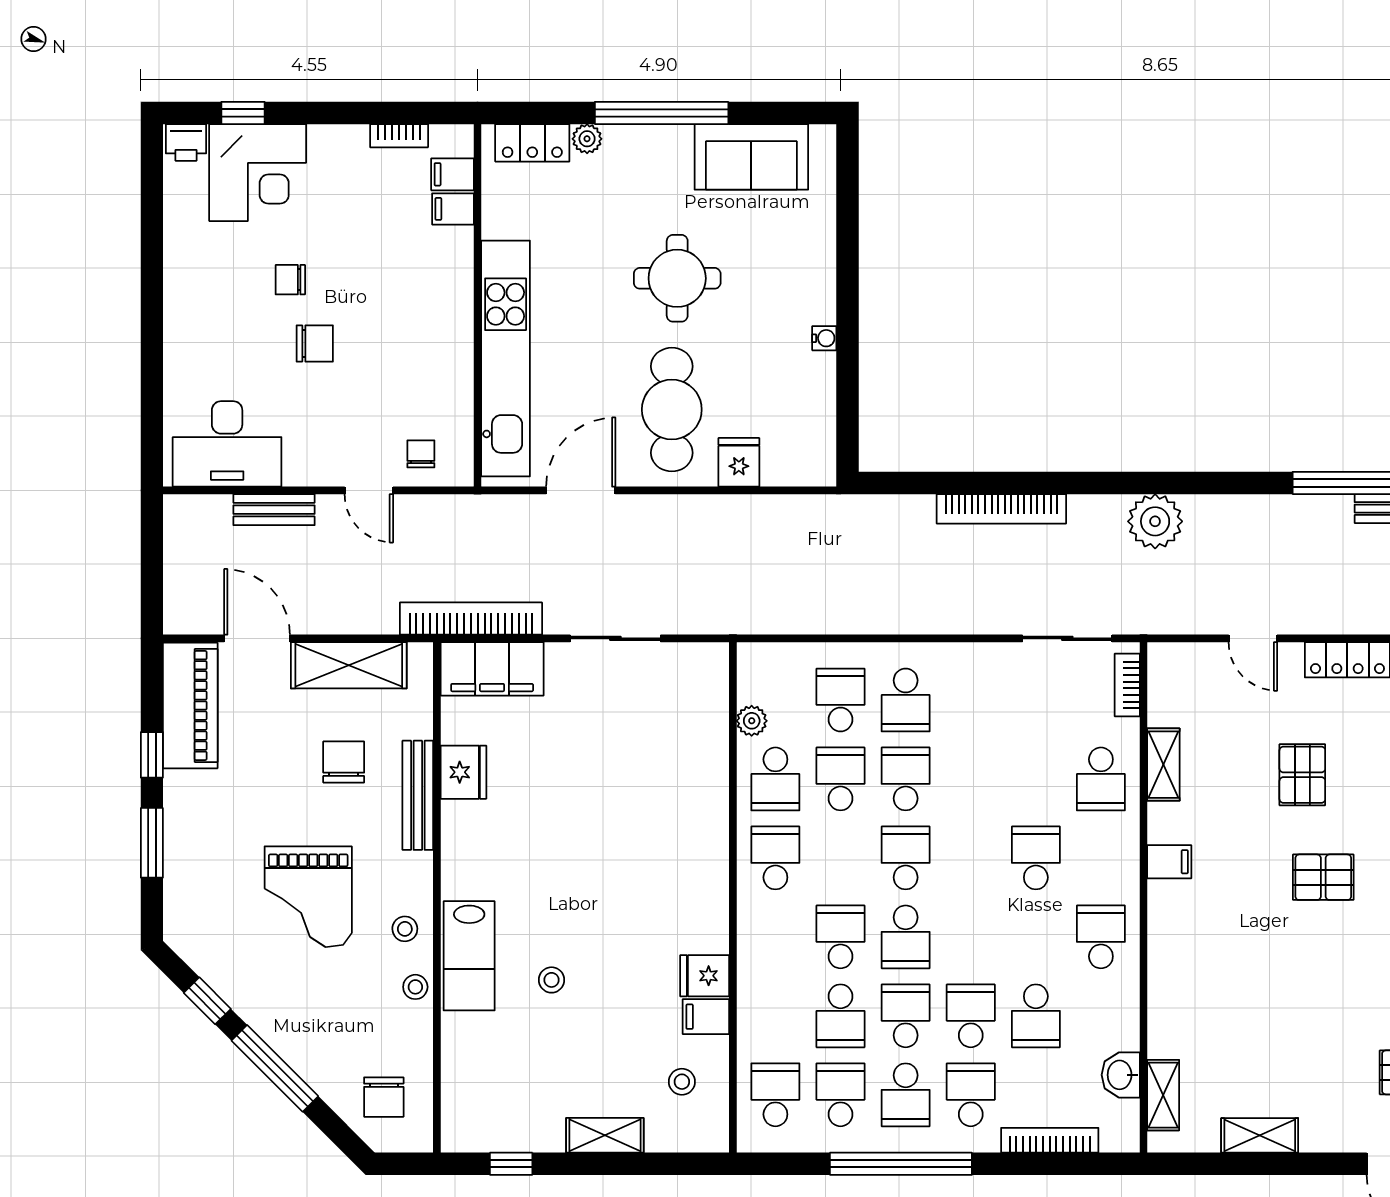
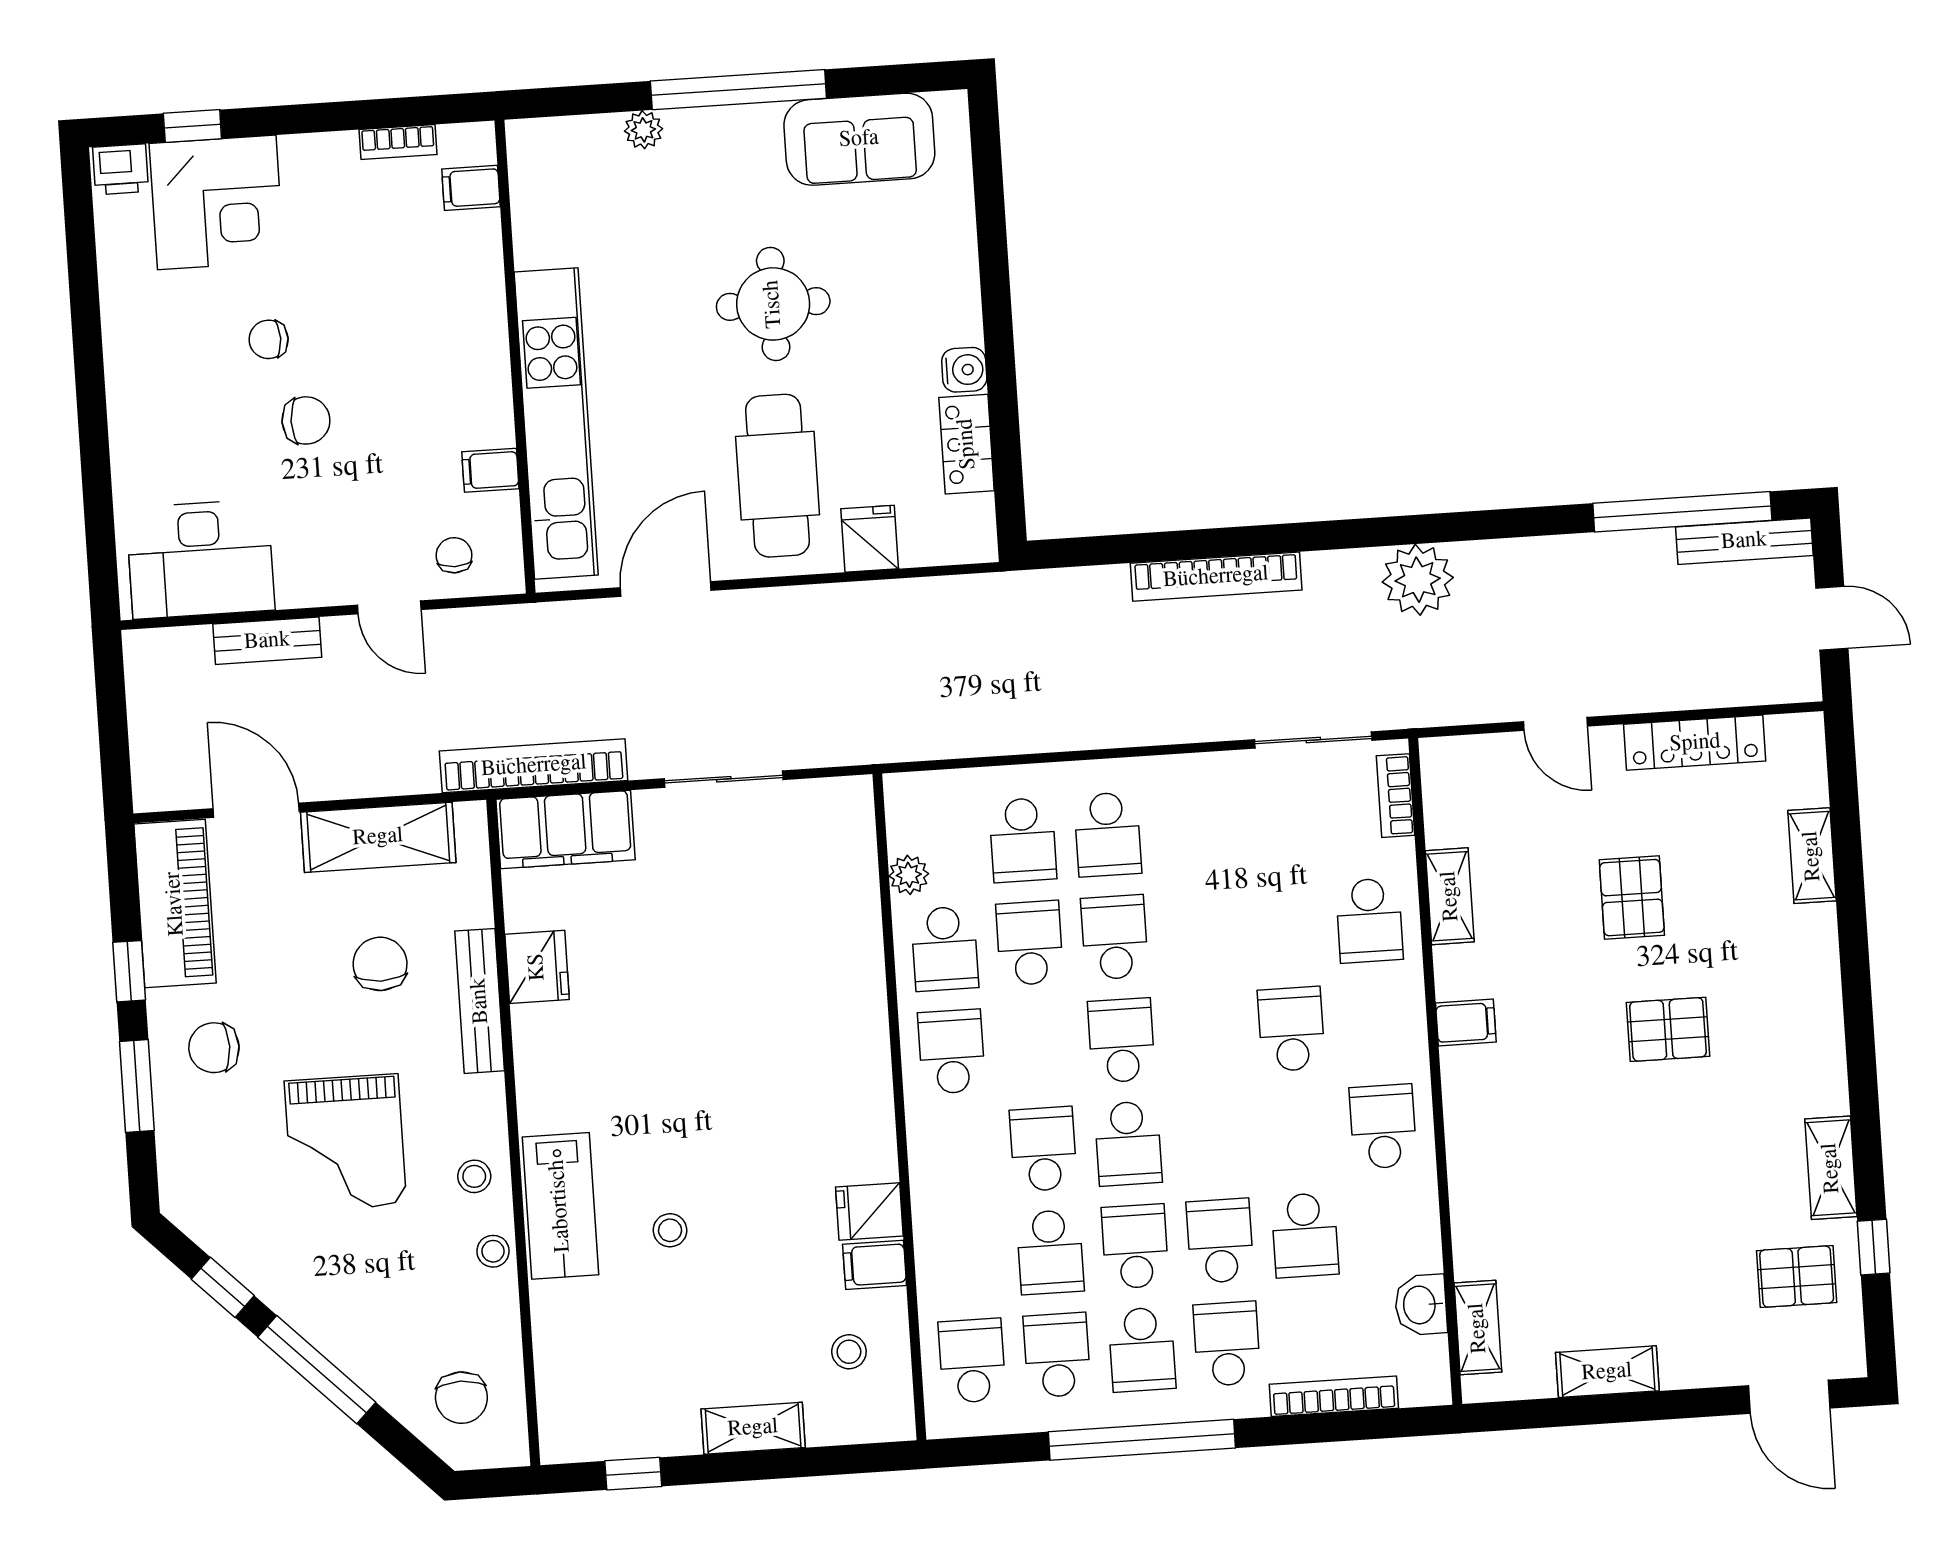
locker: (532, 143) -> (967, 444), moved, turned 90
filing cabinet: (453, 209) -> (490, 470), moved
water cooler: (824, 338) -> (964, 370), width x1.38, depth x1.38
school desk: (841, 700) -> (1023, 840), turned 180
chair: (213, 817) -> (214, 1048), added

